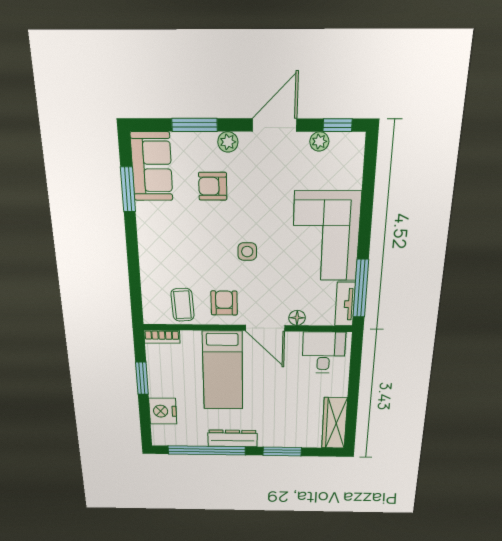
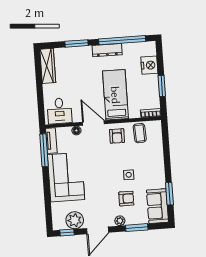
plant: (319, 141) -> (75, 220), width x1.88, depth x1.88
side table: (247, 252) -> (129, 175), moved

